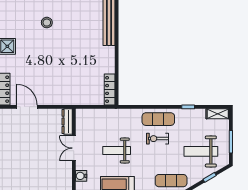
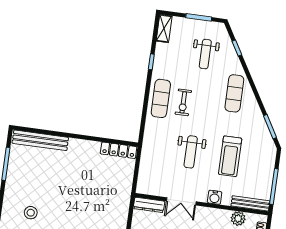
weight bench: (201, 151) -> (205, 54), width x0.73, depth x0.75

